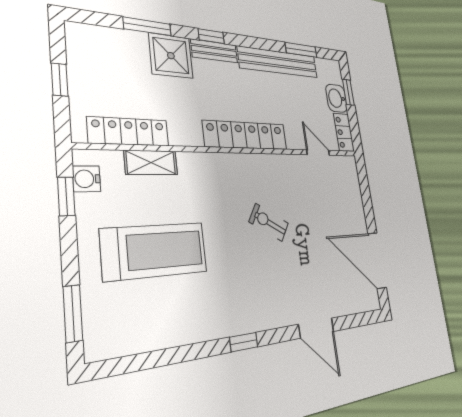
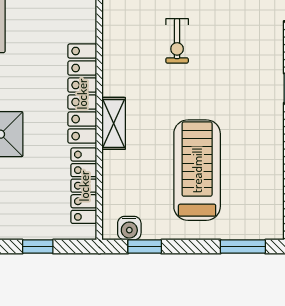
locker: (246, 135) -> (82, 94), moved
shelving: (151, 163) -> (114, 123), moved
exercise bike: (269, 222) -> (177, 41), turned -31

